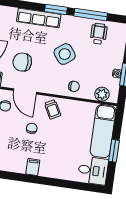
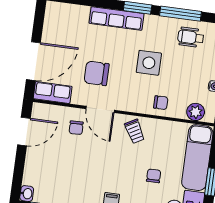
wheelchair: (99, 34) -> (191, 37), turned -90
side table: (65, 54) -> (149, 63), turned 38
chair: (32, 128) -> (154, 176), moved

